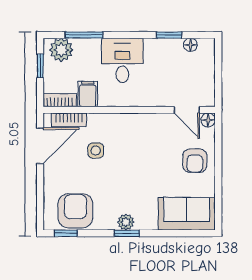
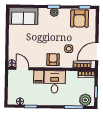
desk: (122, 60) -> (55, 82), moved, turned 180
filing cabinet: (88, 94) -> (39, 77), moved
armchair: (195, 161) -> (53, 60), moved

